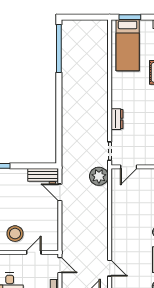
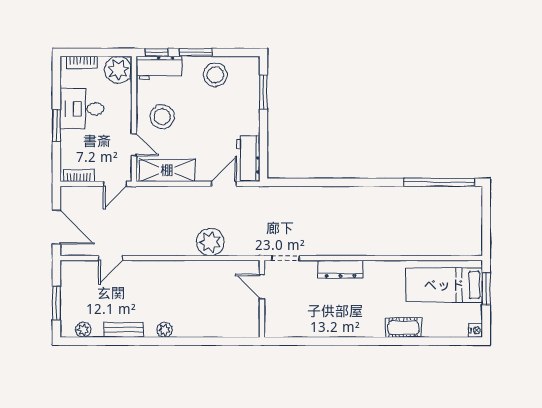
dresser: (117, 119) -> (340, 269), width x1.44
plant: (99, 176) -> (210, 242), moved
shelving: (51, 230) -> (167, 170), added

